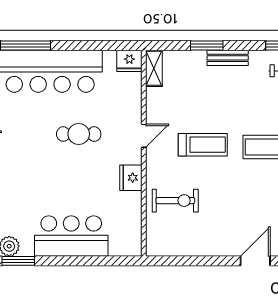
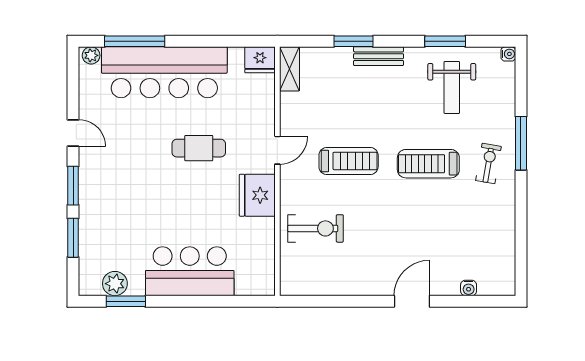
fridge: (131, 178) -> (257, 195), width x1.36, depth x1.34

